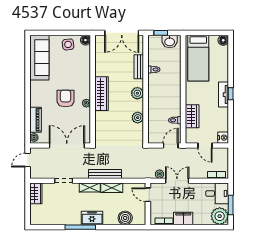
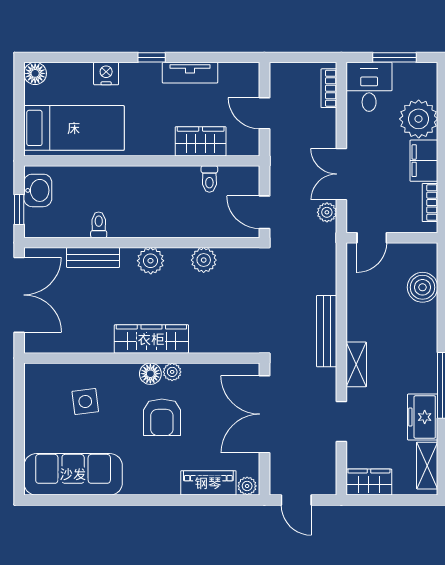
floor lamp: (86, 40) -> (150, 374), moved
side table: (68, 44) -> (85, 401), moved
tv unit: (224, 95) -> (190, 73), moved
armchair: (66, 98) -> (162, 417), turned -90
nightstand: (223, 138) -> (106, 74), moved
door: (171, 145) -> (264, 212), moved
door: (205, 145) -> (264, 113), swing flipped
shelving: (112, 188) -> (427, 466), moved
plant: (220, 216) -> (419, 119), moved
freezer: (92, 218) -> (423, 417), moved

